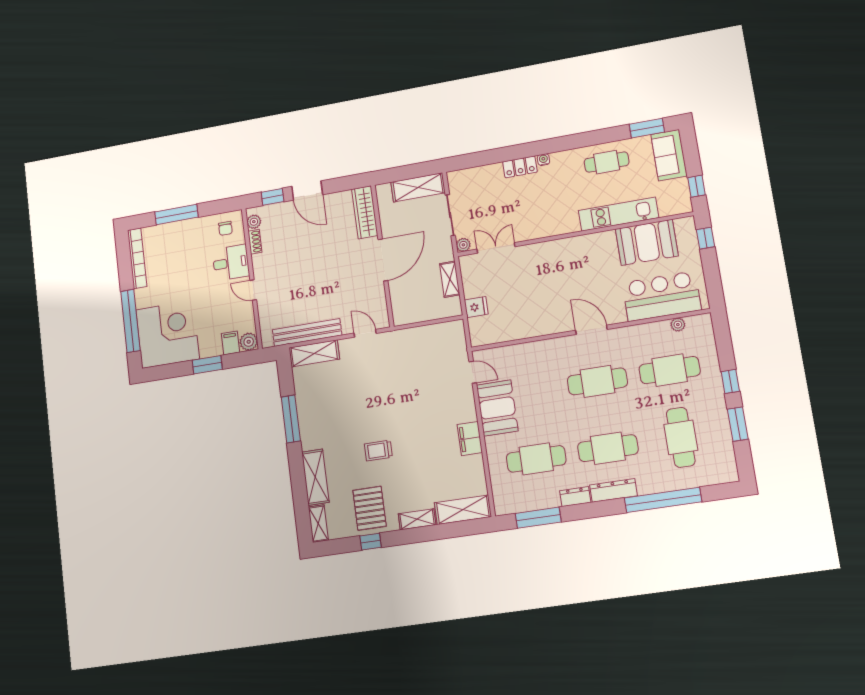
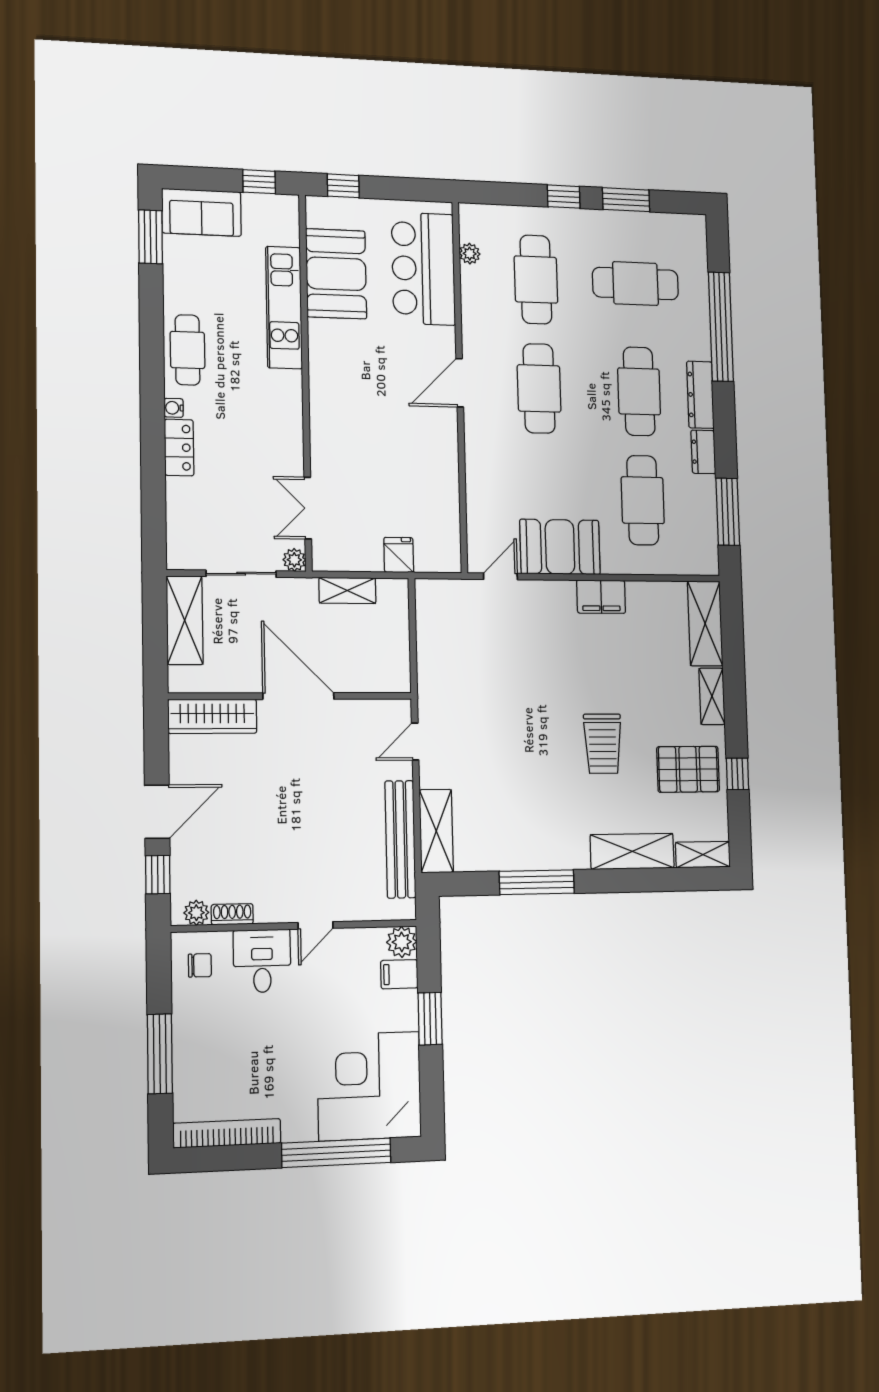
cafe table: (607, 162) -> (187, 350), moved
trolley: (378, 451) -> (603, 744), width x1.36, depth x1.39

